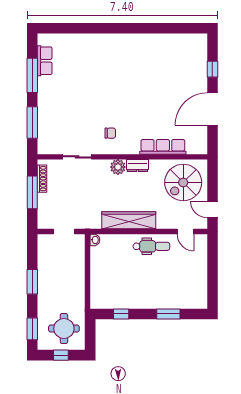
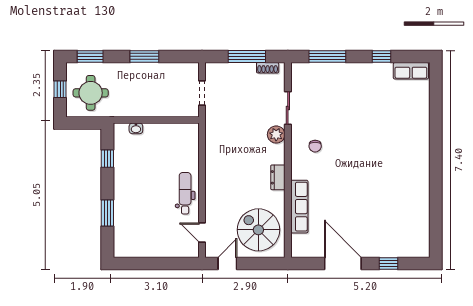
row of seats: (45, 61) -> (411, 71), moved
window: (32, 75) -> (381, 56), width x0.46
plant: (118, 167) -> (276, 135), moved
shoe rack: (42, 179) -> (268, 68), width x0.70
wardrobe: (129, 220) -> (215, 167), removed
door: (186, 232) -> (202, 233), hinge flipped
washbasin: (95, 240) -> (136, 128), moved
dental chair: (151, 246) -> (185, 193), turned 180

